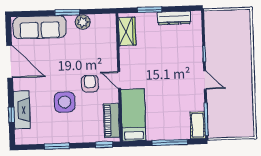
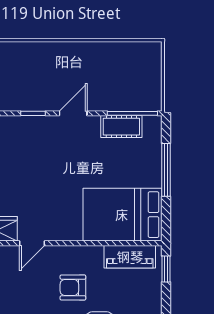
door: (119, 80) -> (32, 243), moved
bed: (133, 115) -> (122, 215), width x1.50
cot: (198, 125) -> (121, 127), moved

